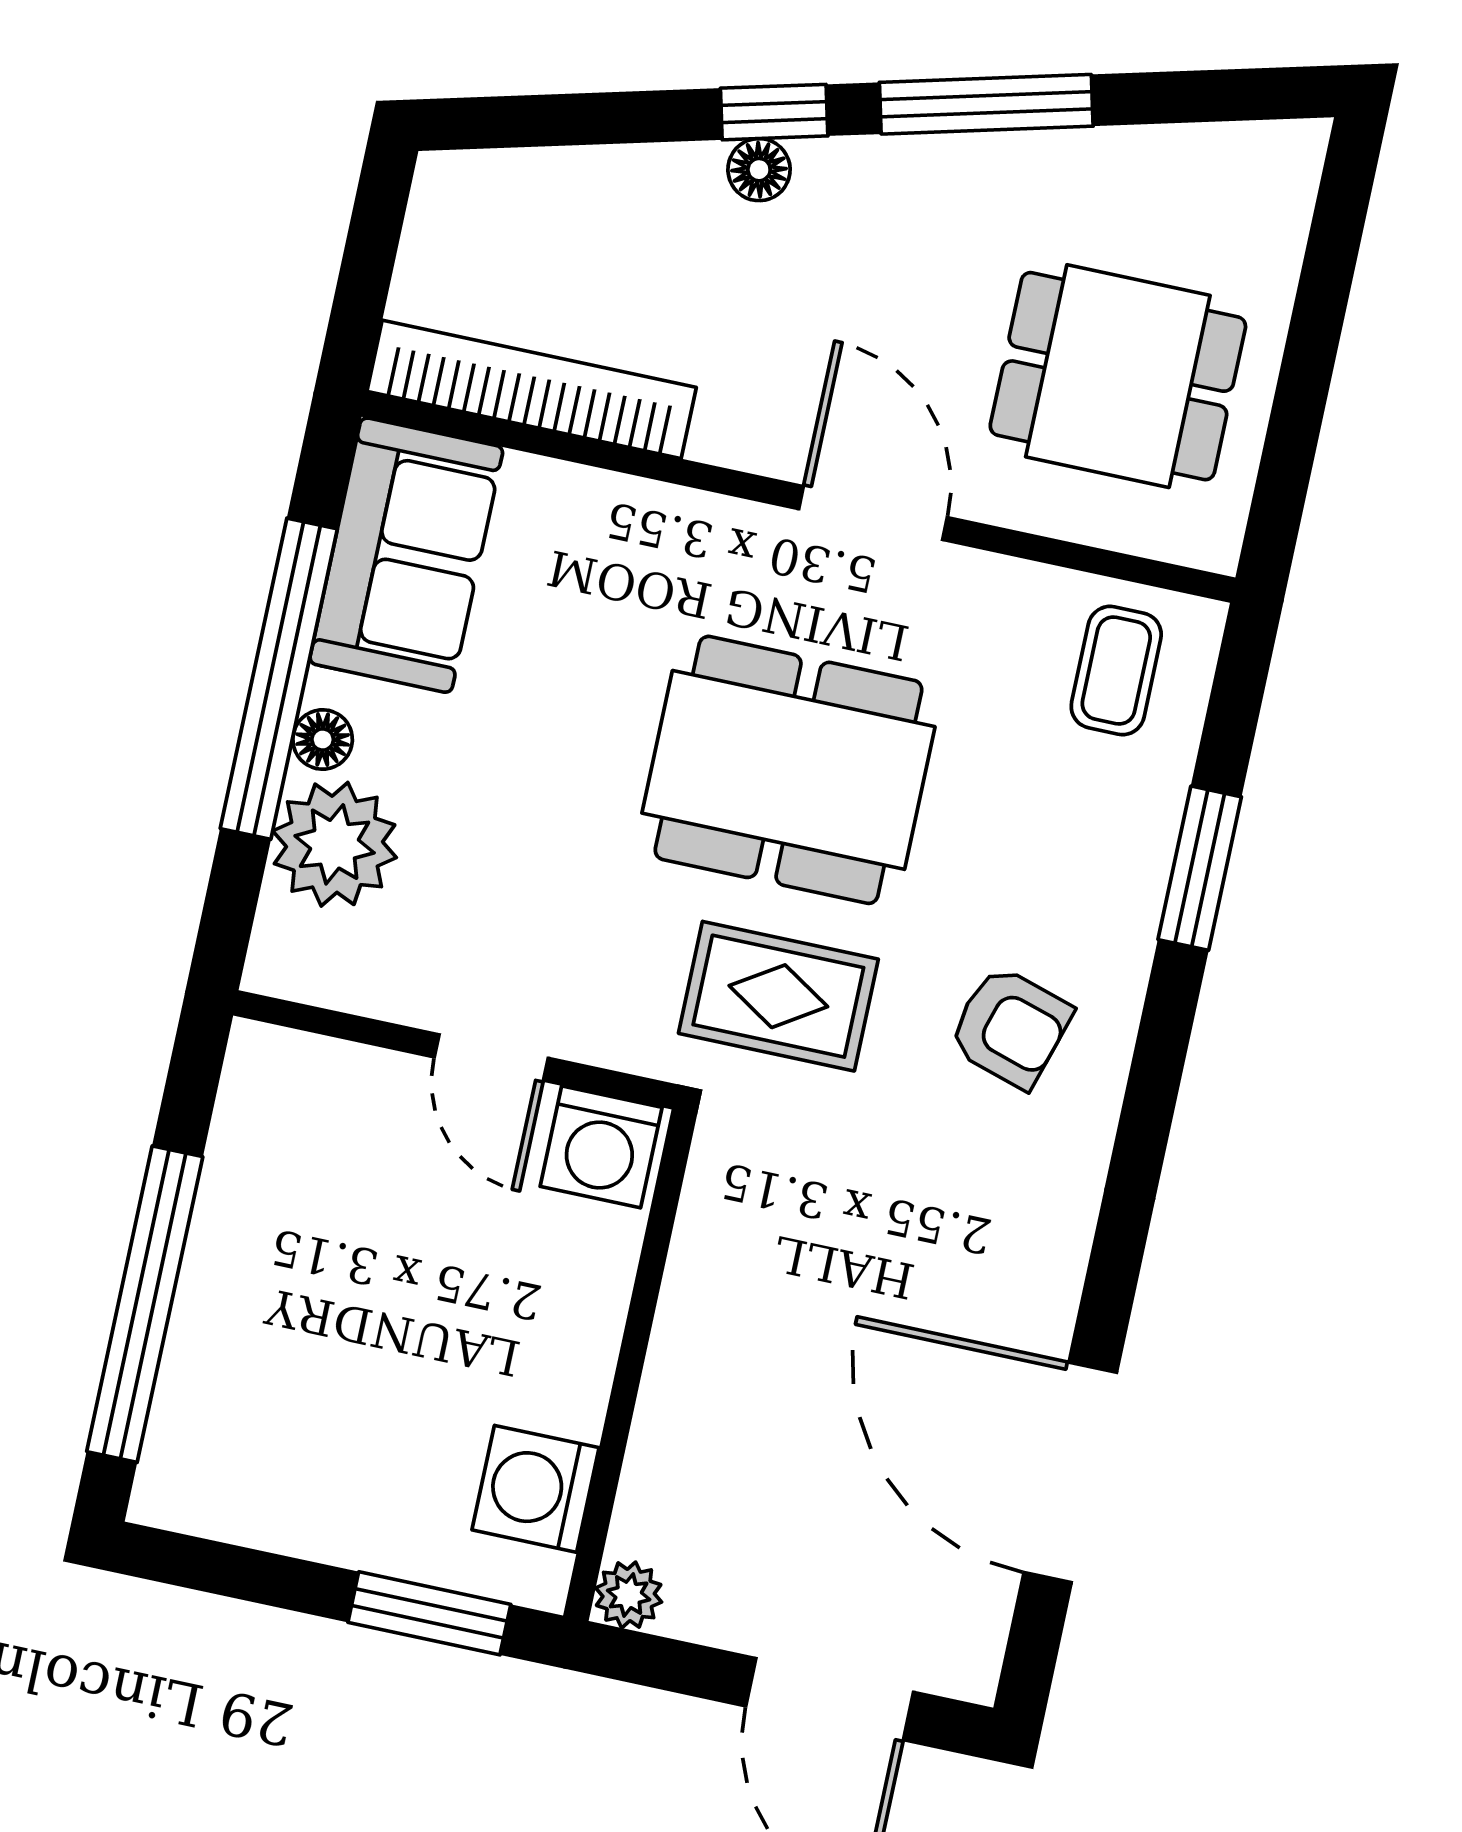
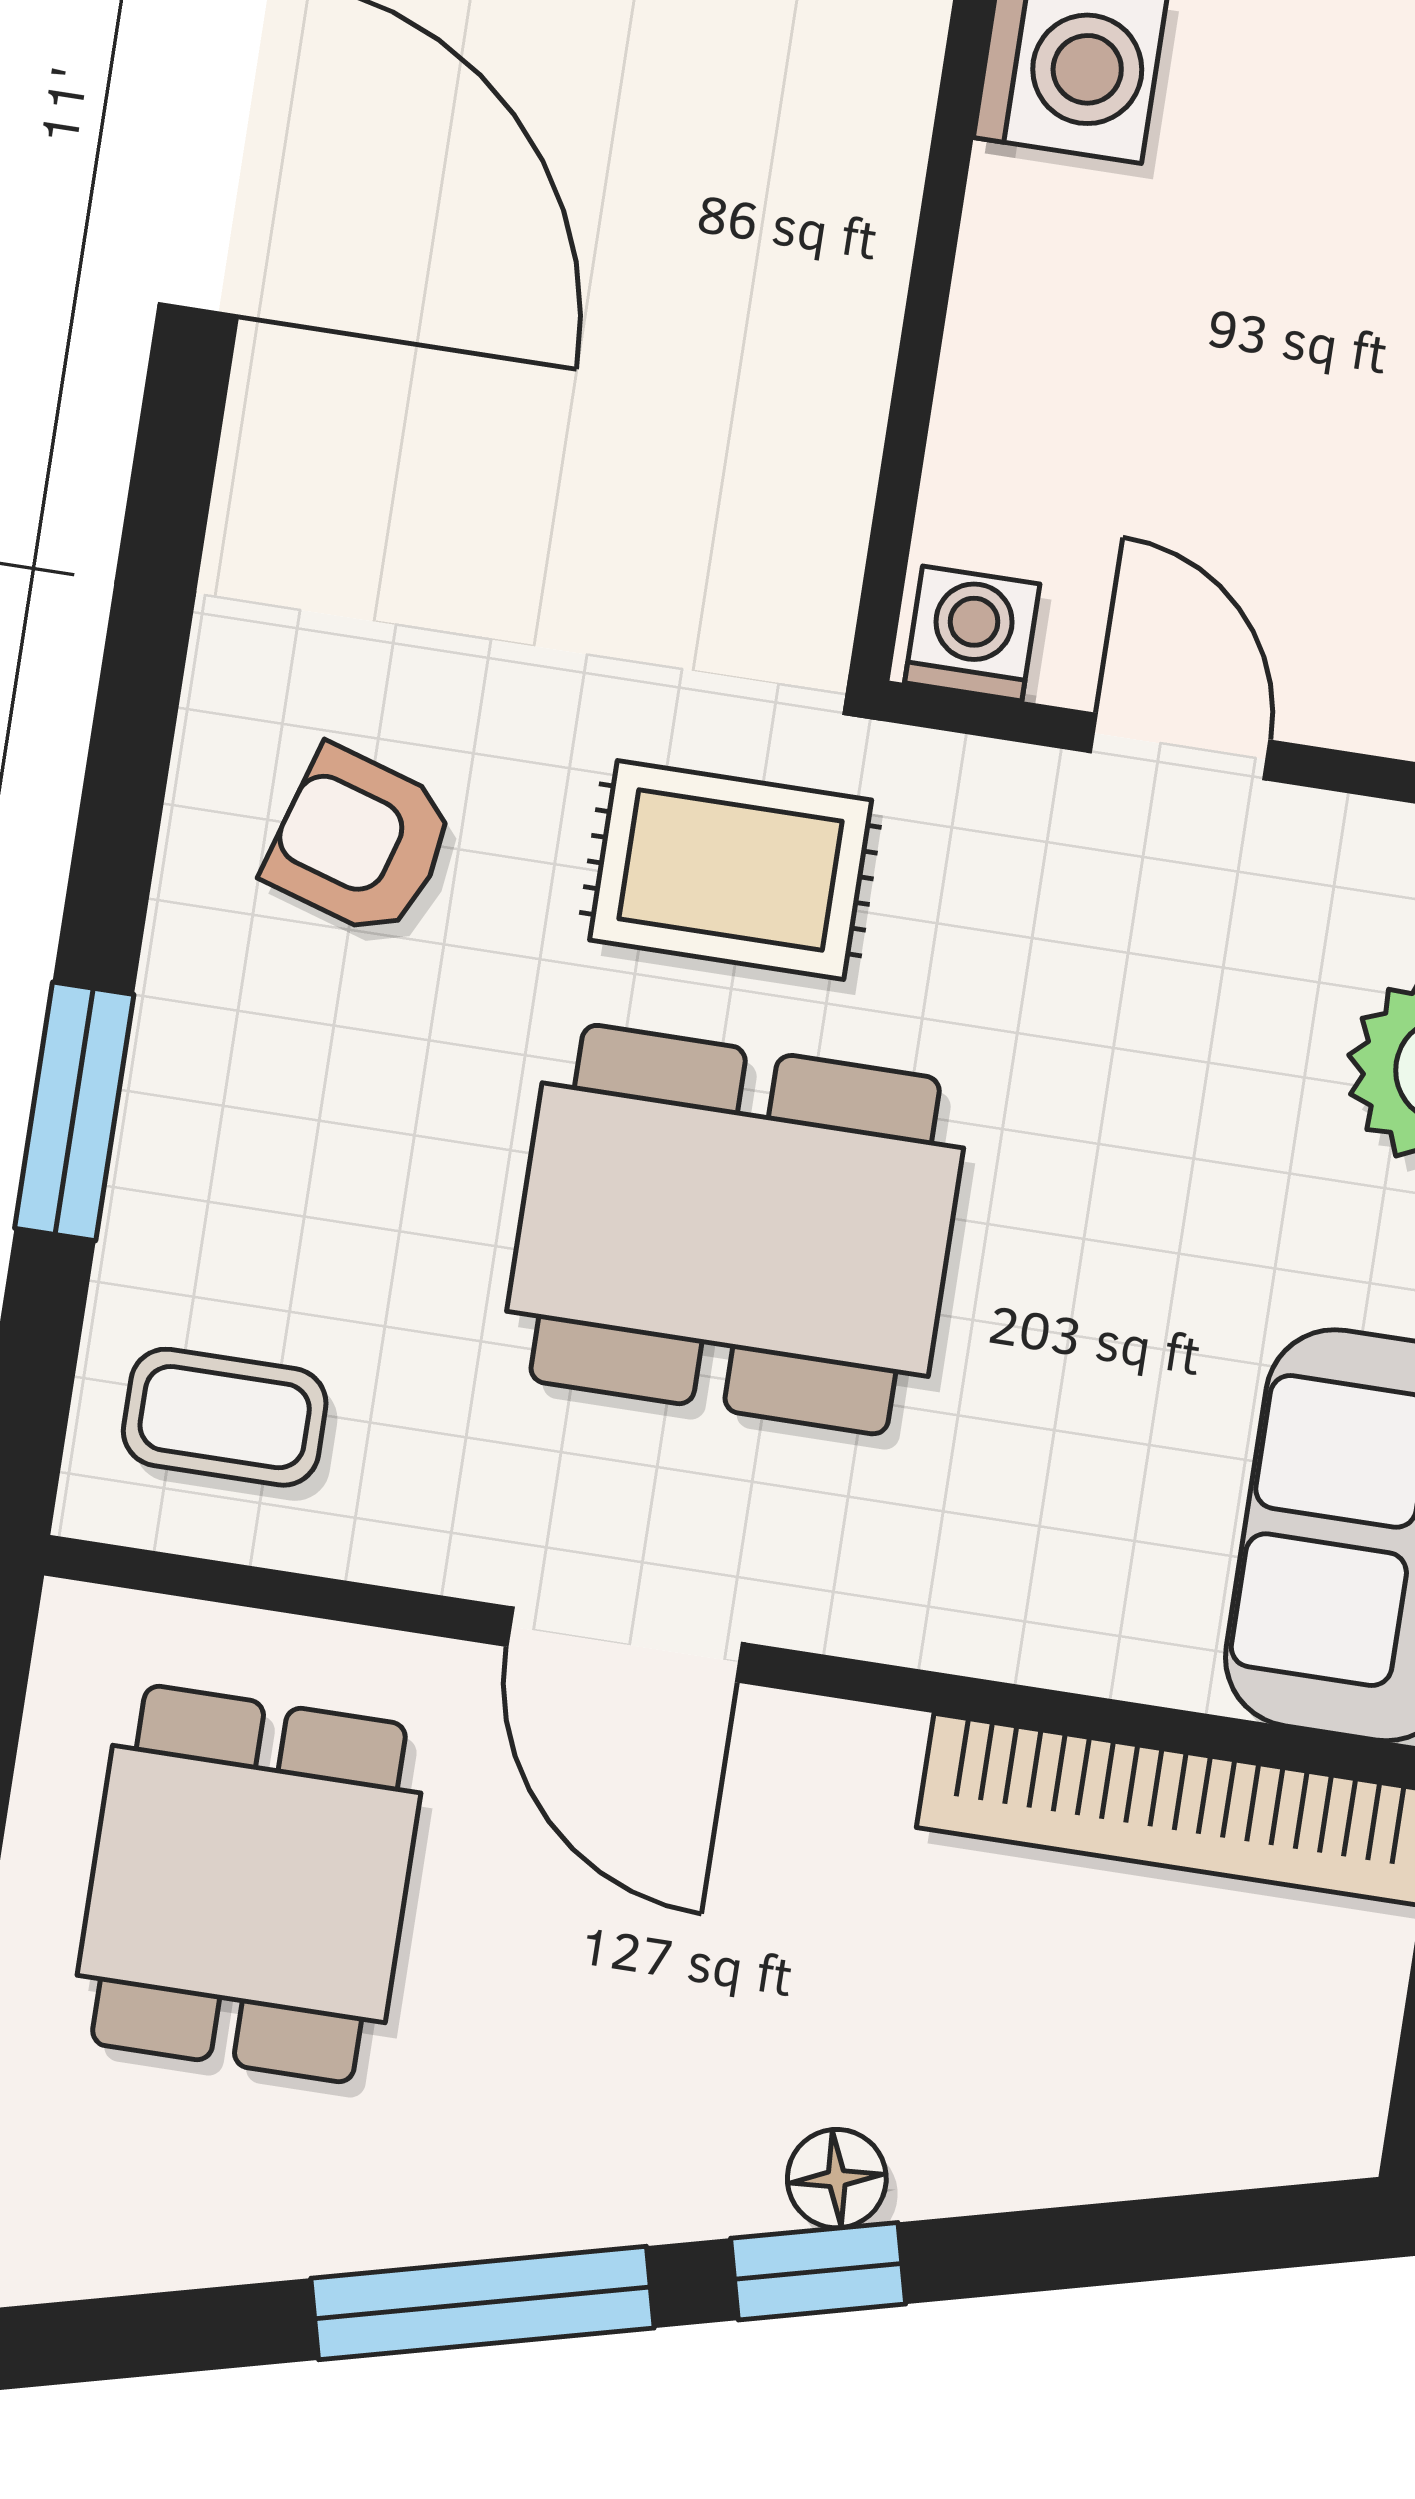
dining table: (1118, 376) -> (249, 1884), turned 90
coffee table: (1116, 671) -> (225, 1417), turned 90
washing machine: (601, 1147) -> (972, 633), width x0.73, depth x0.73

